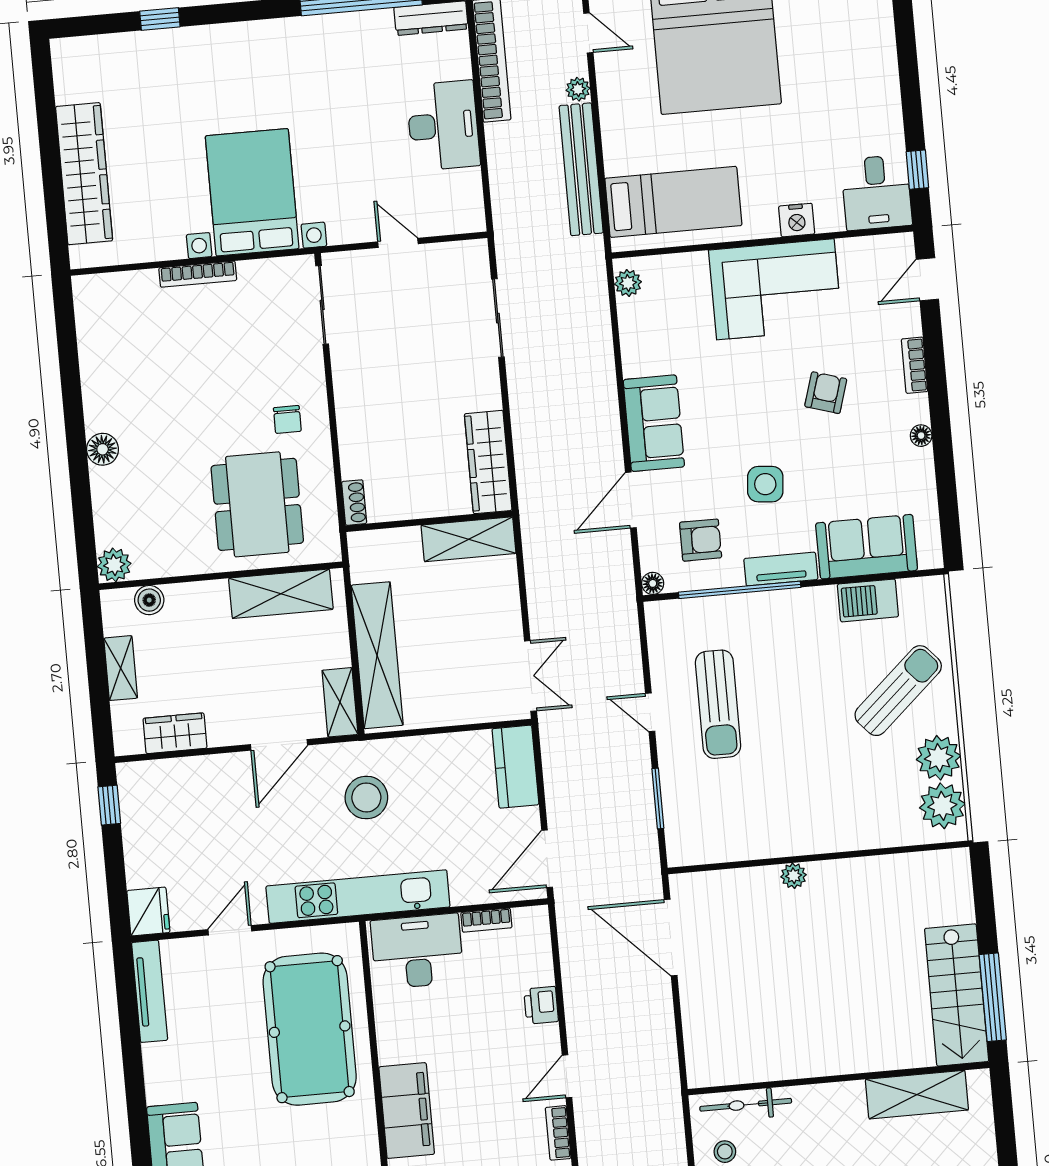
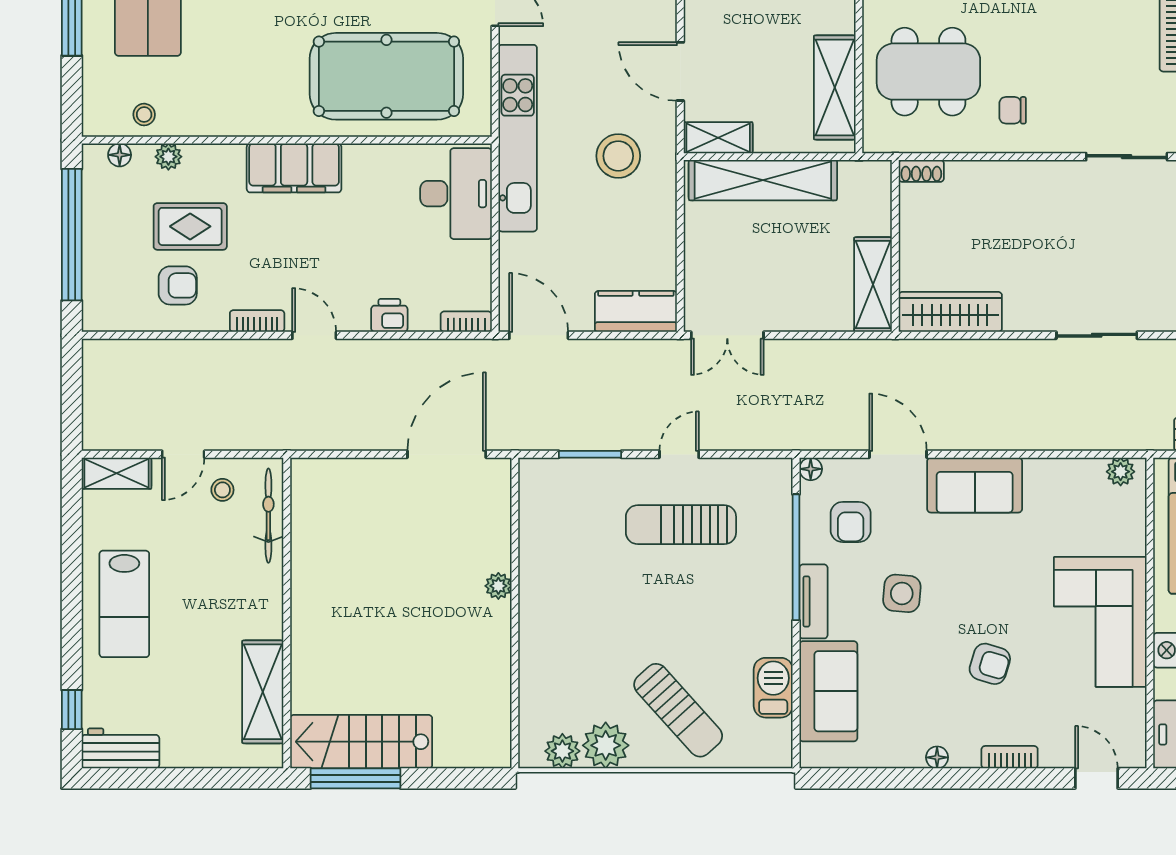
plant: (942, 806) -> (562, 751), width x0.73, depth x0.73
bookcase: (486, 920) -> (466, 322), moved, turned 90

